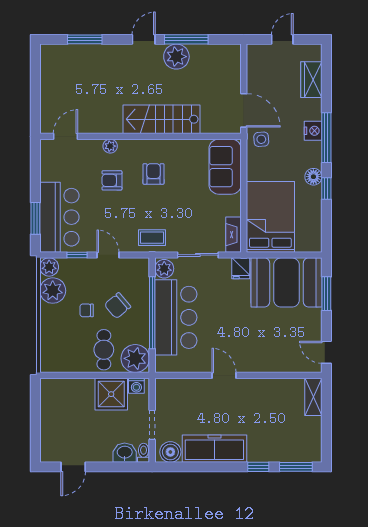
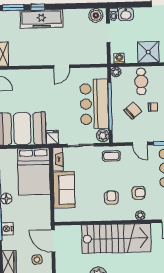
stairs: (162, 119) -> (116, 238), width x1.36, depth x1.51
side table: (261, 139) -> (37, 260), moved
sofa: (225, 167) -> (64, 190), moved
armchair: (153, 174) -> (111, 198), turned 180
plant: (135, 358) -> (116, 72), width x0.53, depth x0.53
door: (224, 375) -> (62, 67), hinge flipped
shower: (111, 394) -> (148, 52), moved
freezer: (214, 449) -> (41, 19), moved

